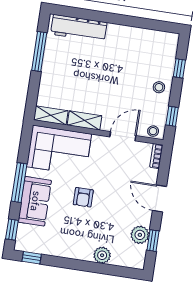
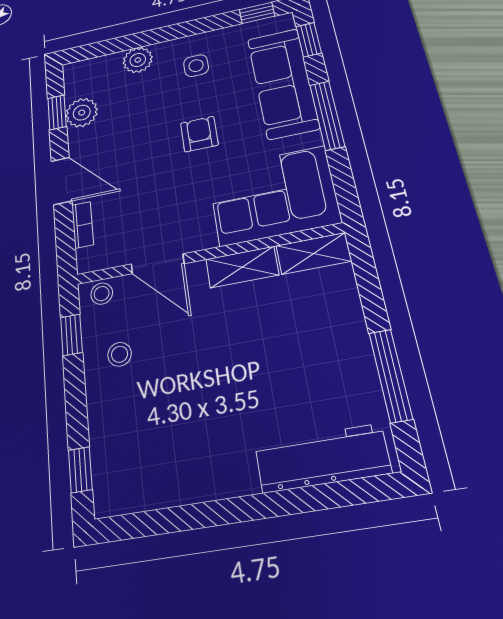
window: (179, 68) -> (80, 470), moved
stool: (159, 87) -> (120, 354), moved
door: (123, 136) -> (157, 264), hinge flipped
bookcase: (156, 156) -> (83, 225), moved
sofa: (35, 201) -> (283, 83), width x1.36
side table: (73, 238) -> (196, 66), added

